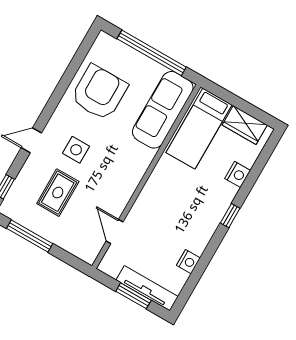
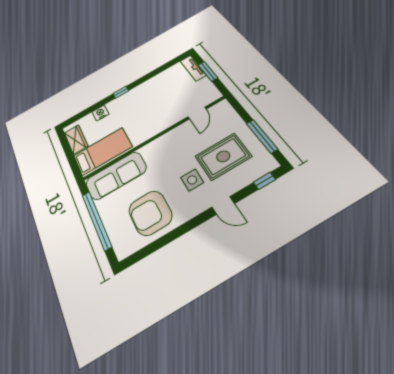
rug: (58, 193) -> (223, 156), width x1.36, depth x1.43
nightstand: (188, 262) -> (162, 77), removed
tv unit: (147, 288) -> (193, 68), width x0.71

